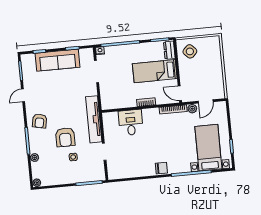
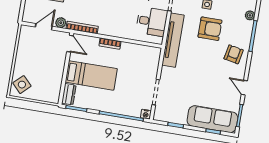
side table: (190, 51) -> (22, 85), moved
sofa: (58, 60) -> (212, 119), moved
door: (23, 95) -> (244, 88), swing flipped
desk: (131, 123) -> (152, 22), moved, turned -90
armchair: (65, 137) -> (210, 29), turned 90

